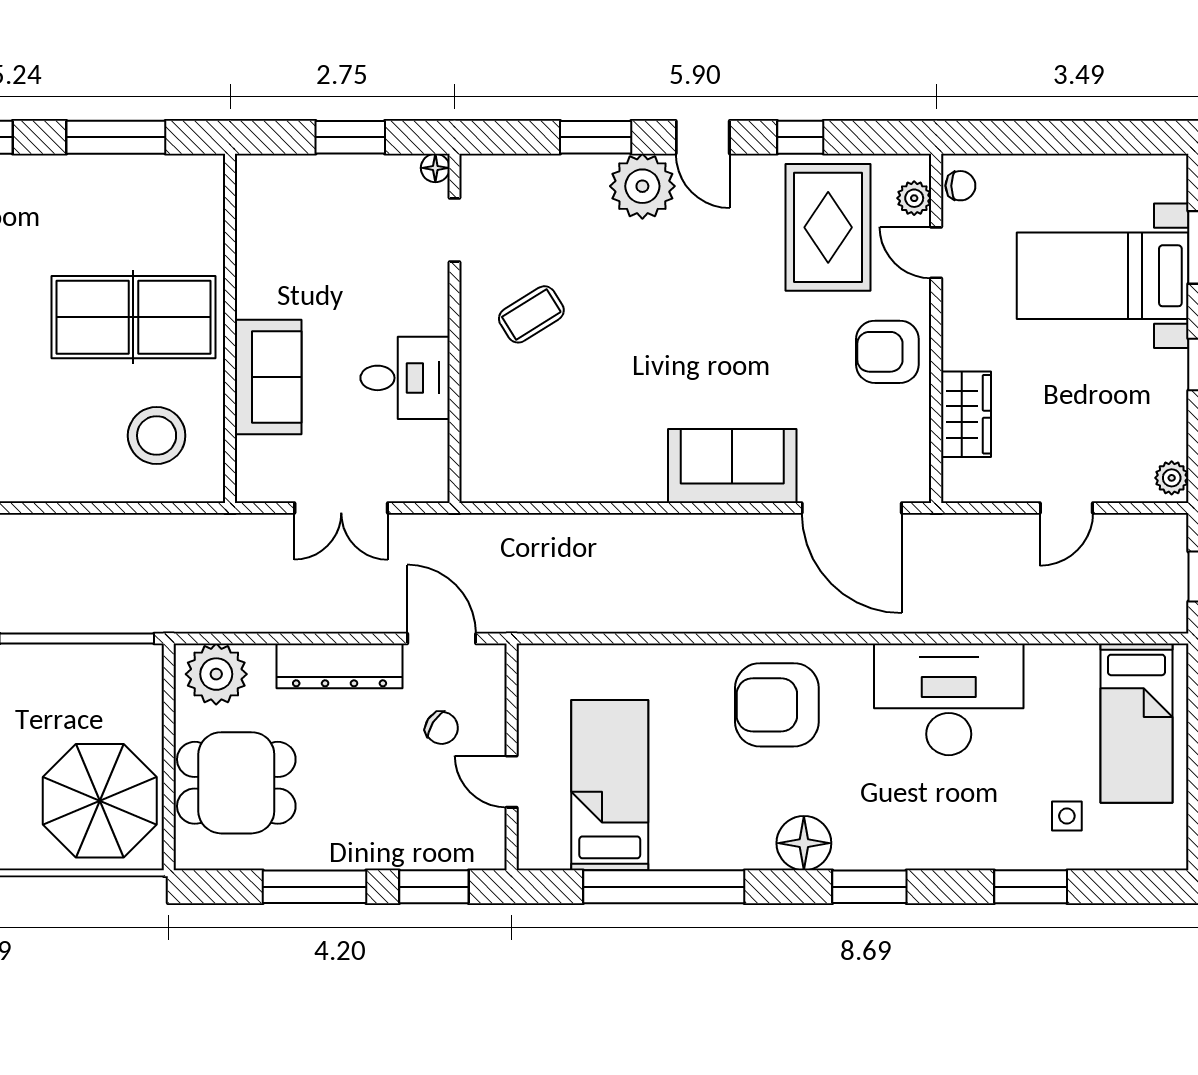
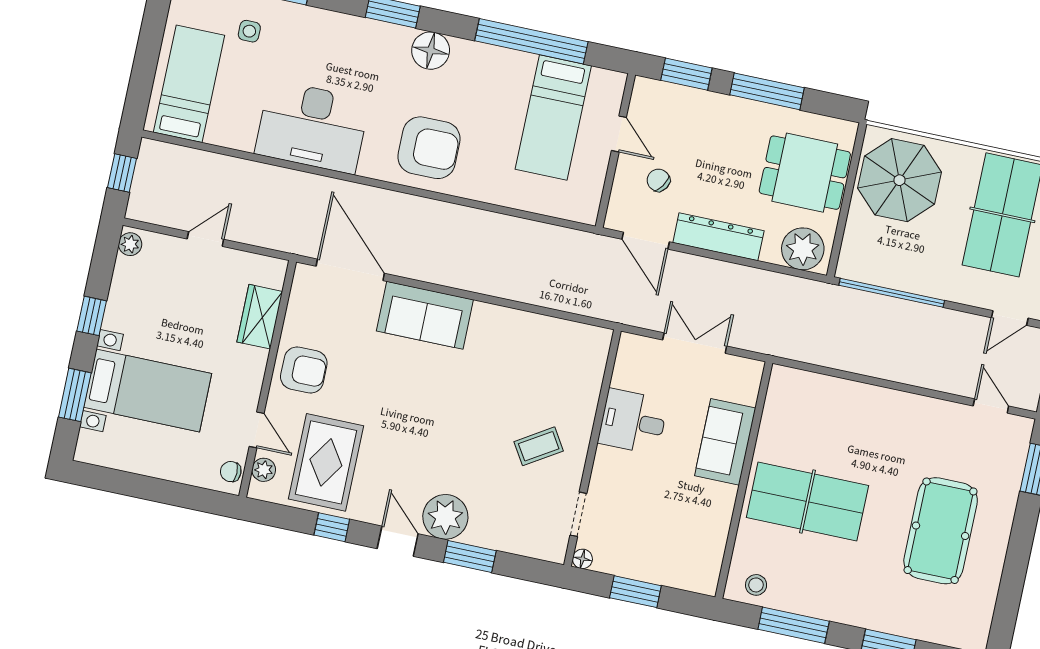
stool: (157, 436) -> (756, 585), moved, width x0.53, depth x0.53

